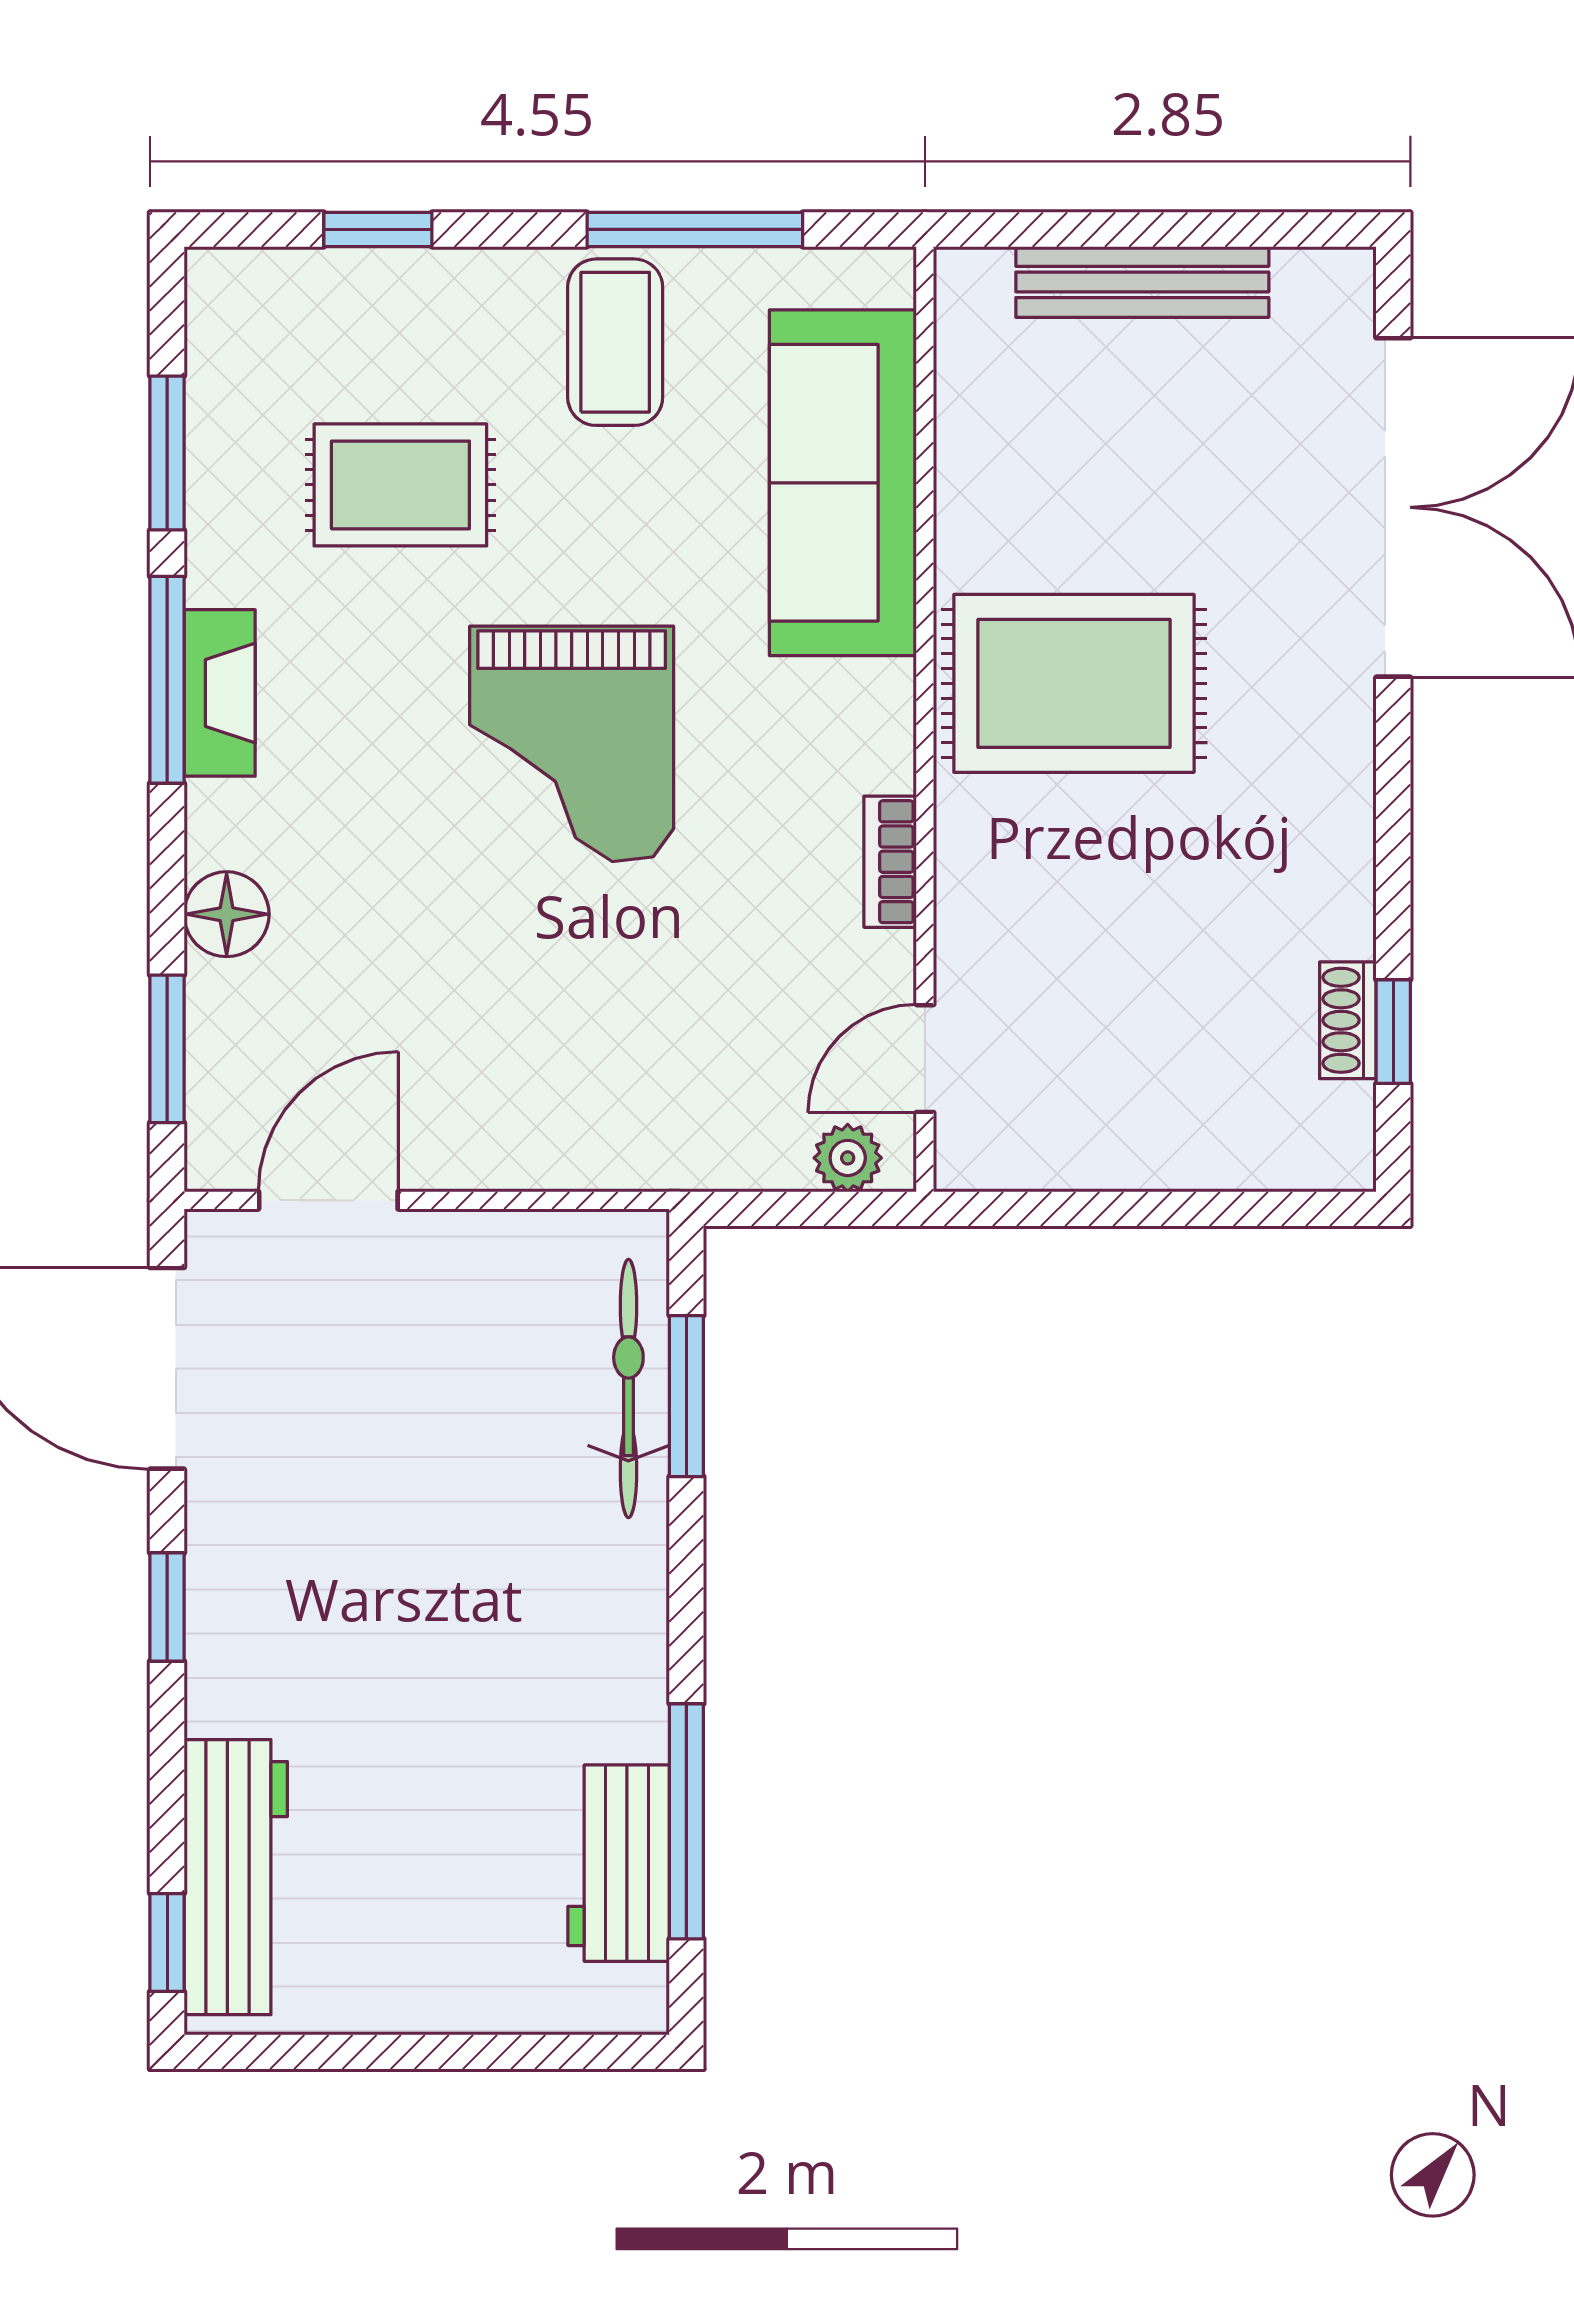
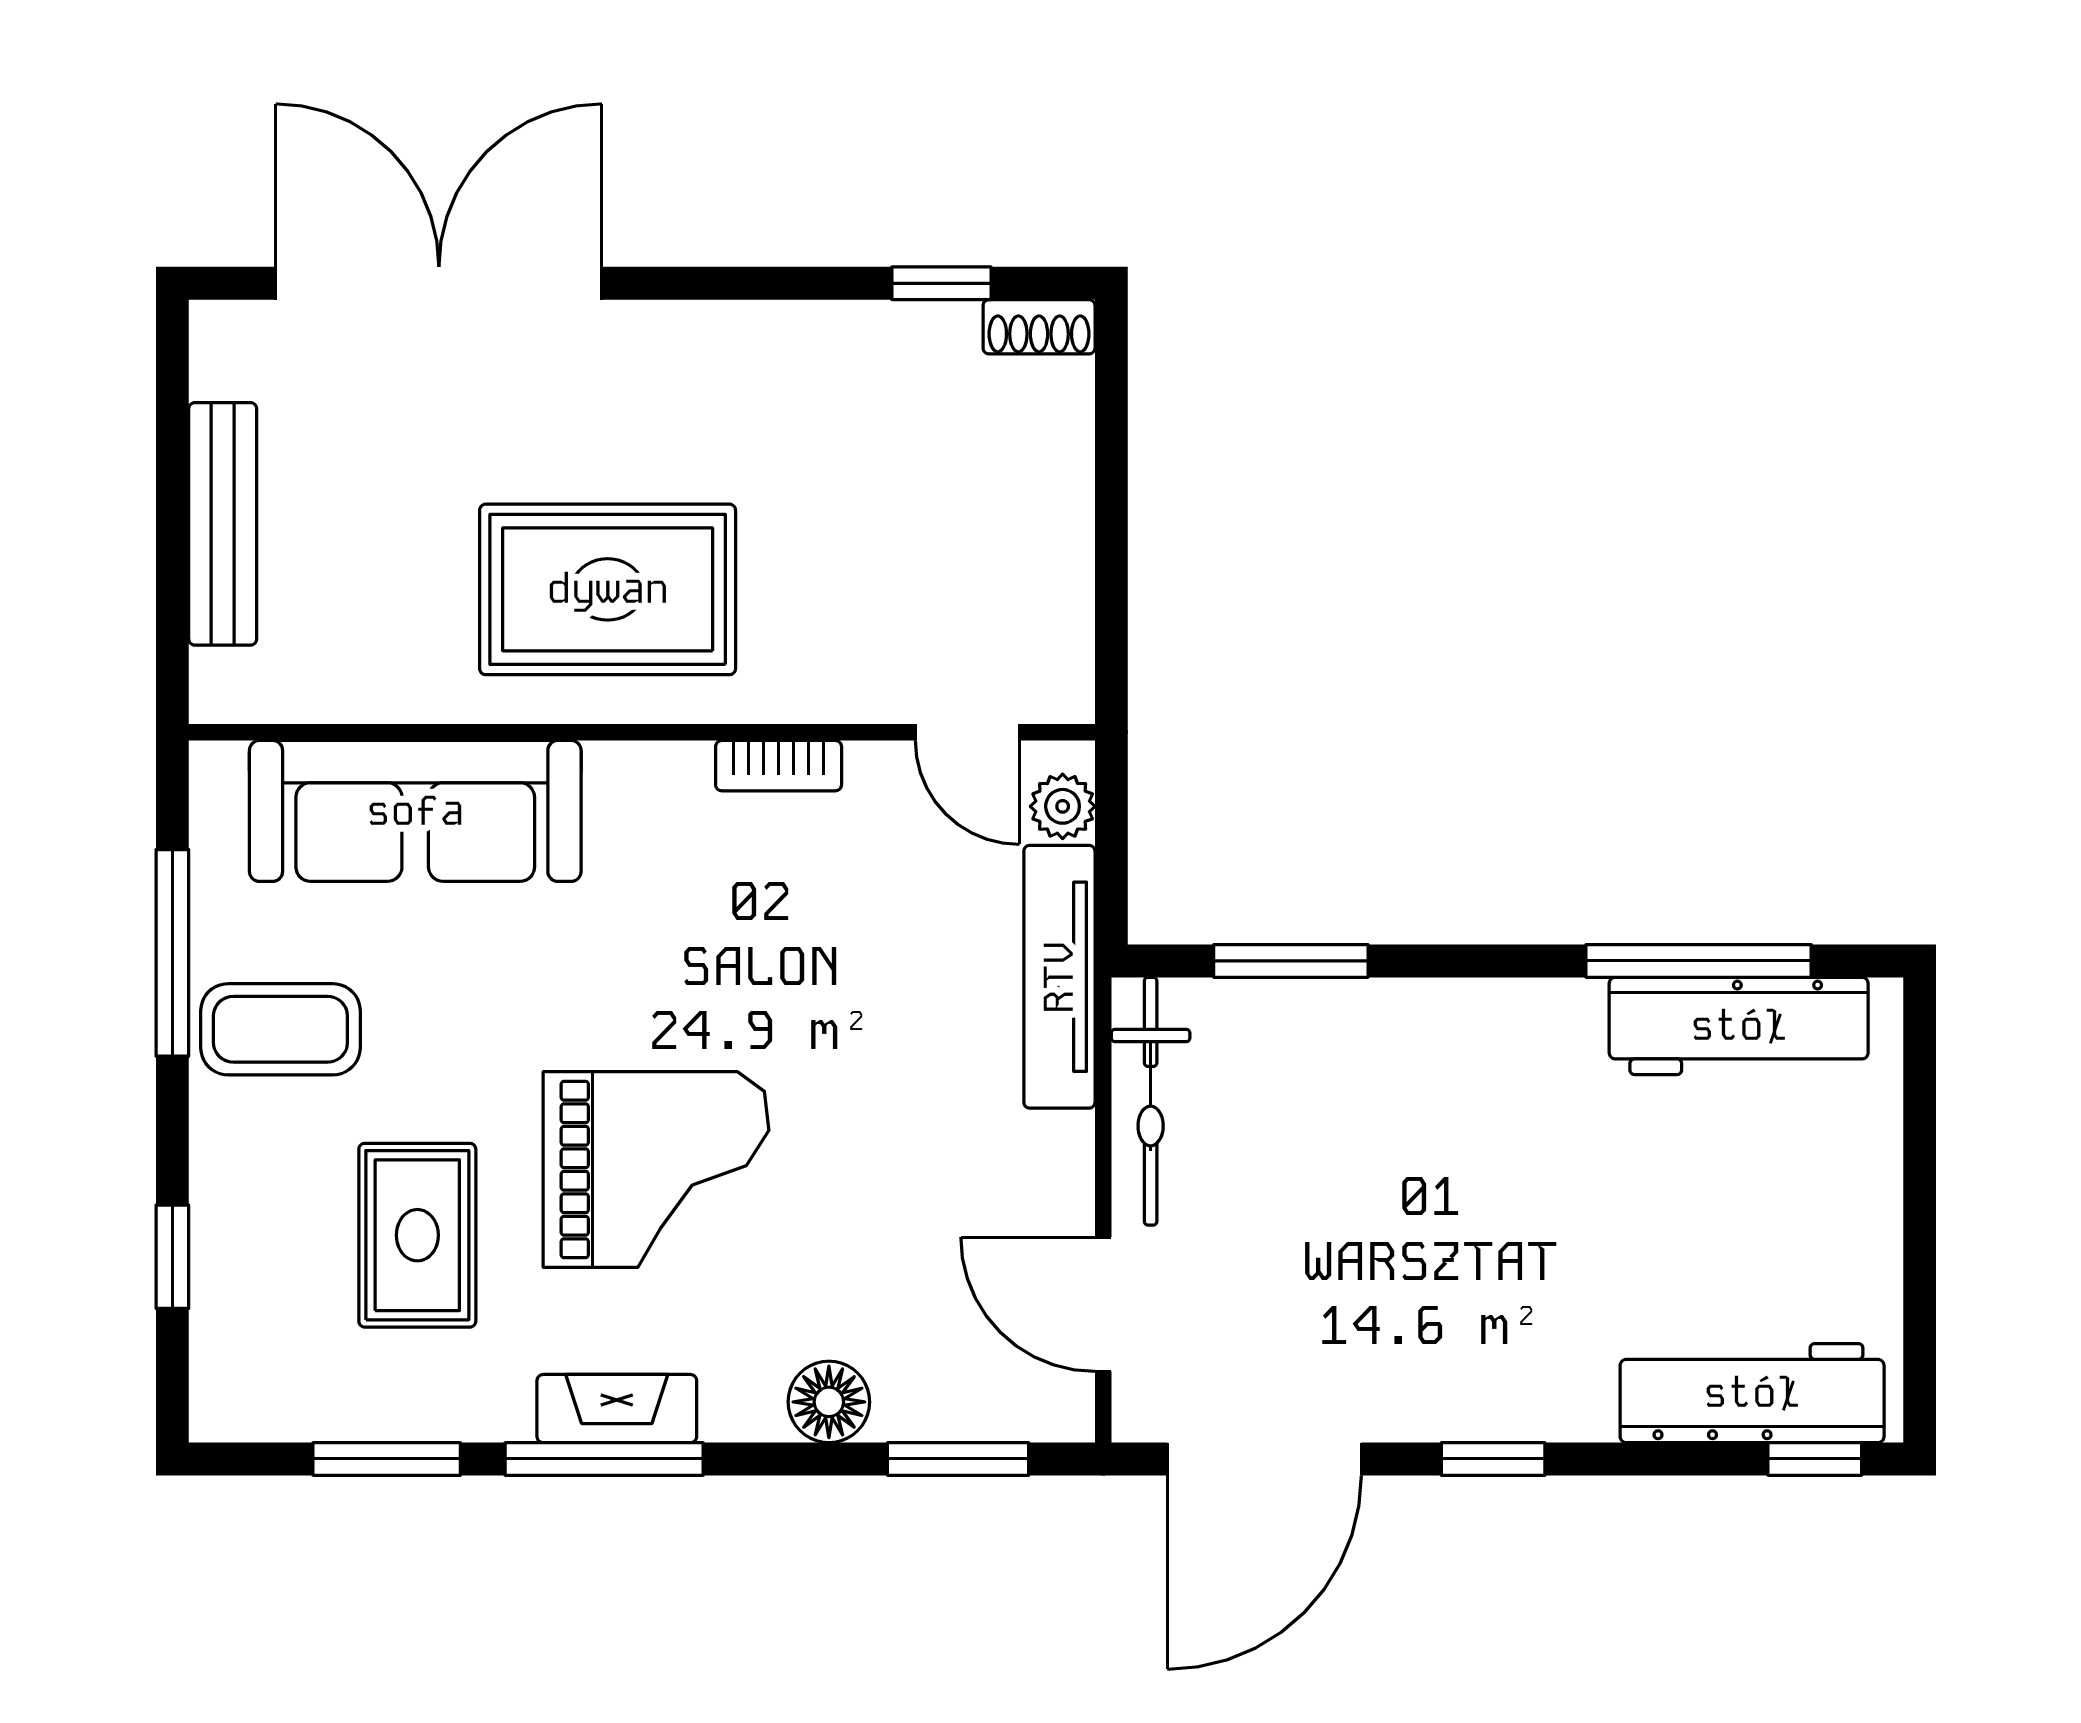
rug: (1074, 683) -> (608, 589), turned 90
grand piano: (572, 744) -> (656, 1169), moved
shoe rack: (1348, 1020) -> (1039, 327), moved
tv unit: (670, 1155) -> (1059, 977), added
bicycle: (628, 1389) -> (1151, 1101), moved, turned -90
workbench: (619, 1863) -> (1739, 1026), width x1.38

